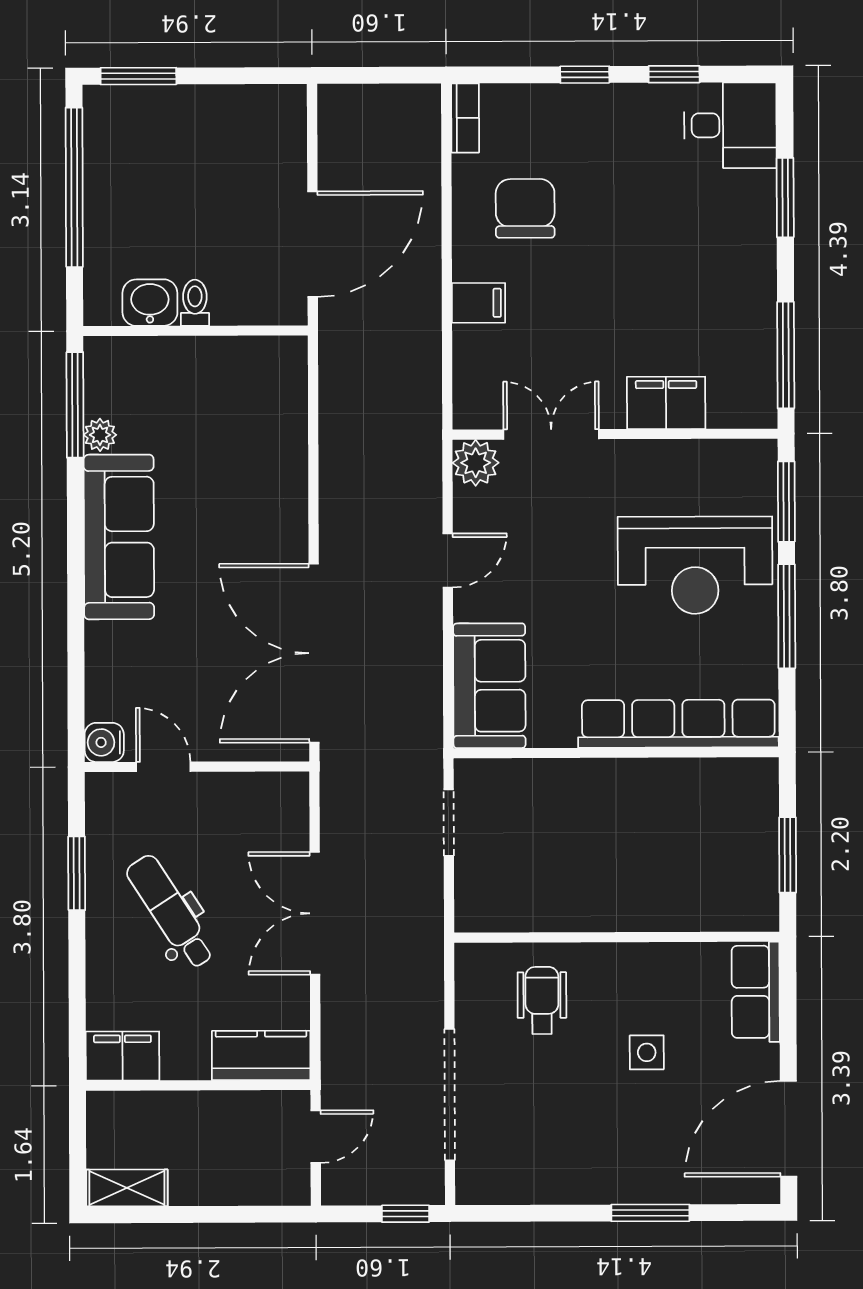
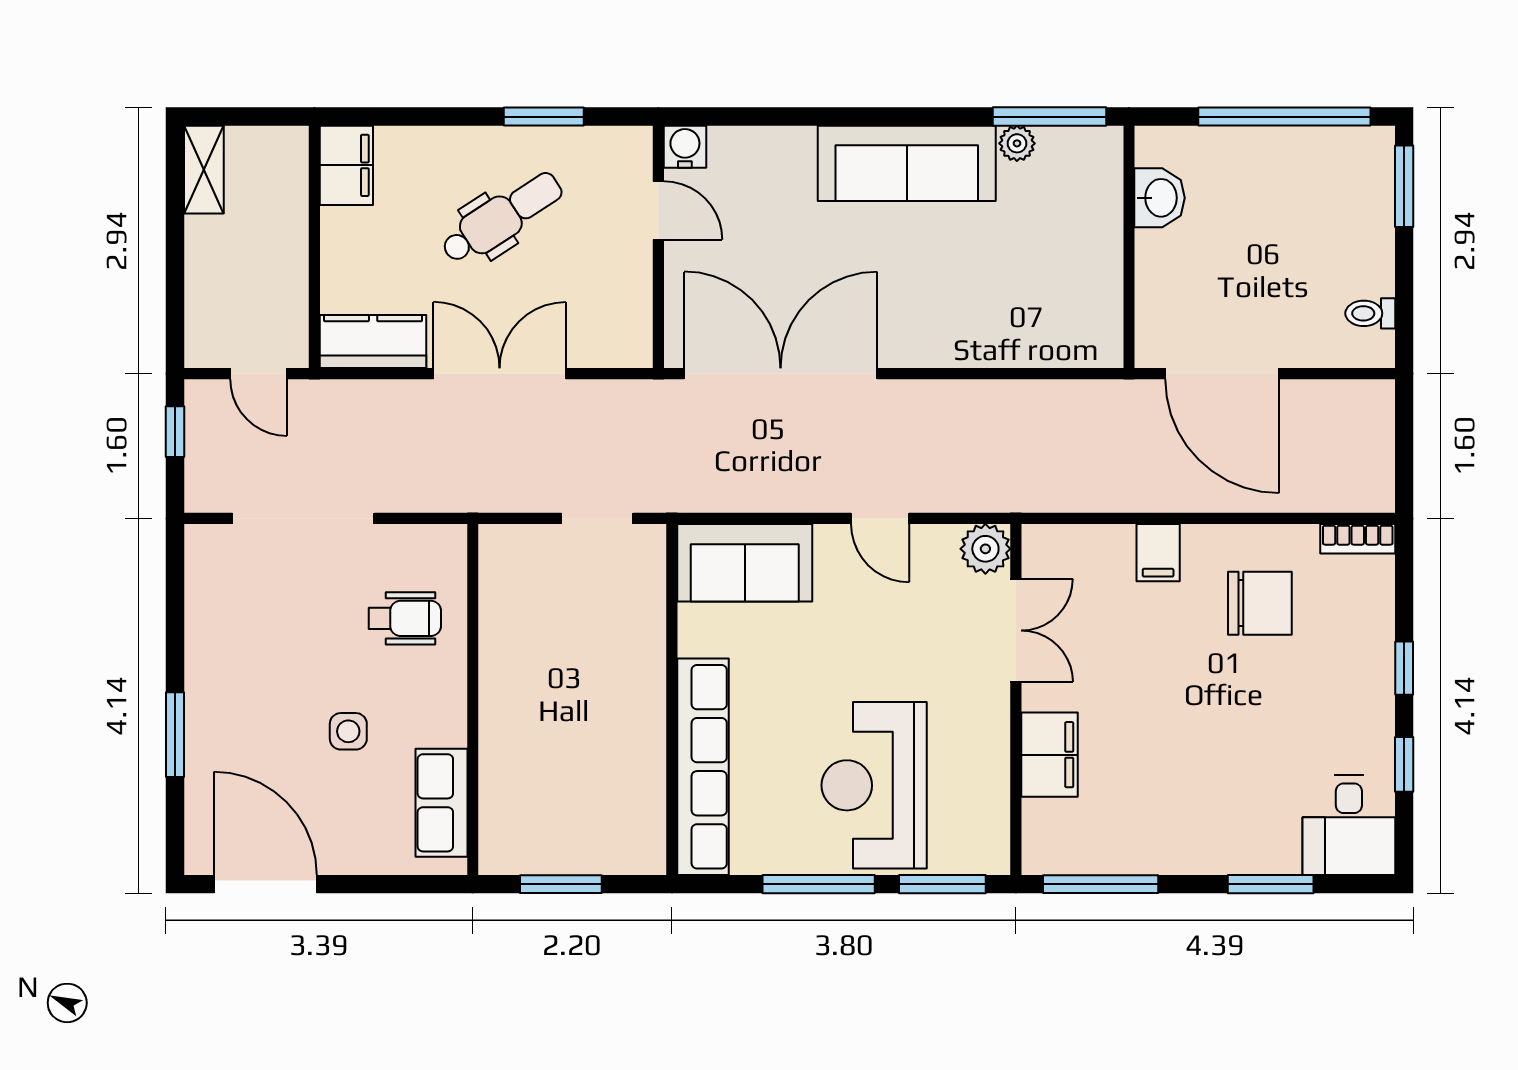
toilet: (195, 303) -> (1370, 313), moved, turned 180
door: (163, 767) -> (658, 210), hinge flipped
row of seats: (756, 992) -> (442, 803), moved, turned -90
kitchen counter: (261, 1055) -> (373, 342), moved, turned -90
window: (405, 1214) -> (175, 432), moved

